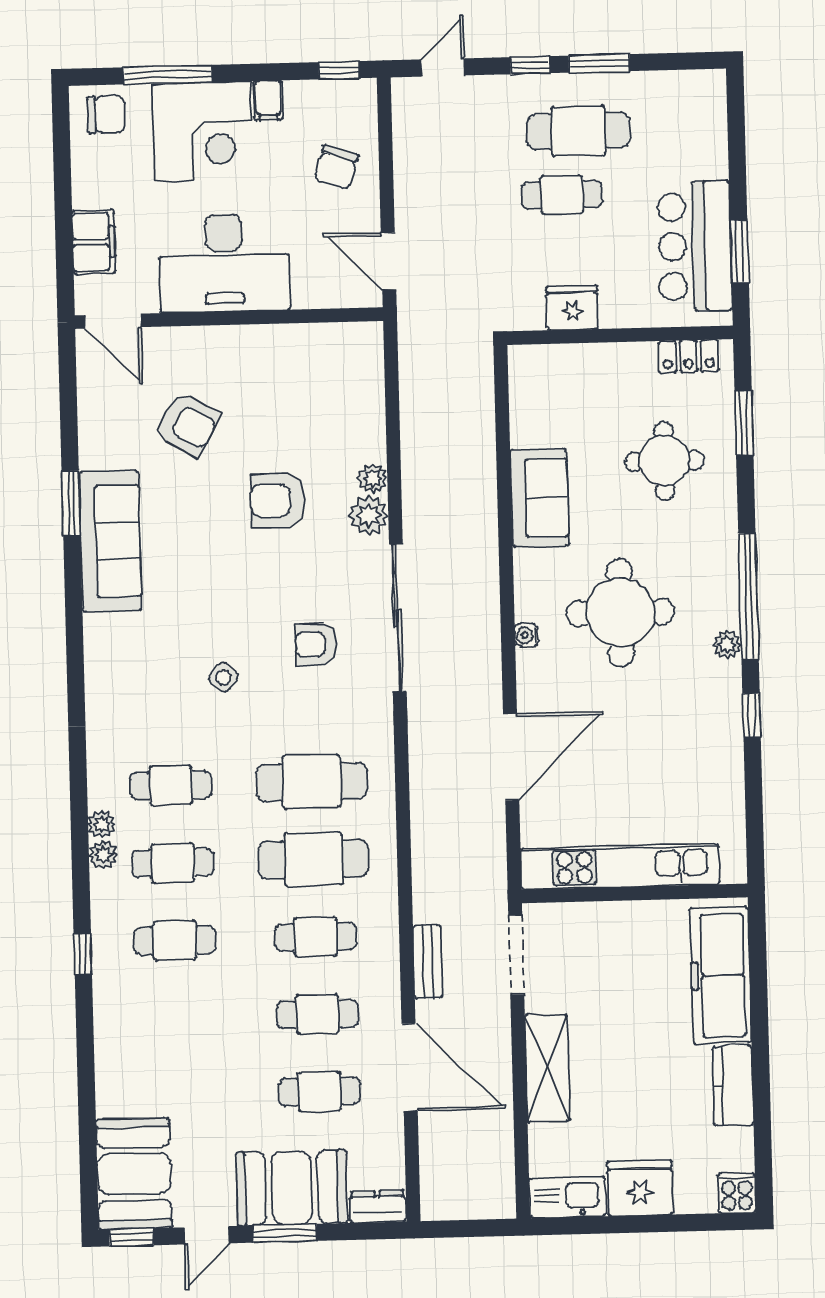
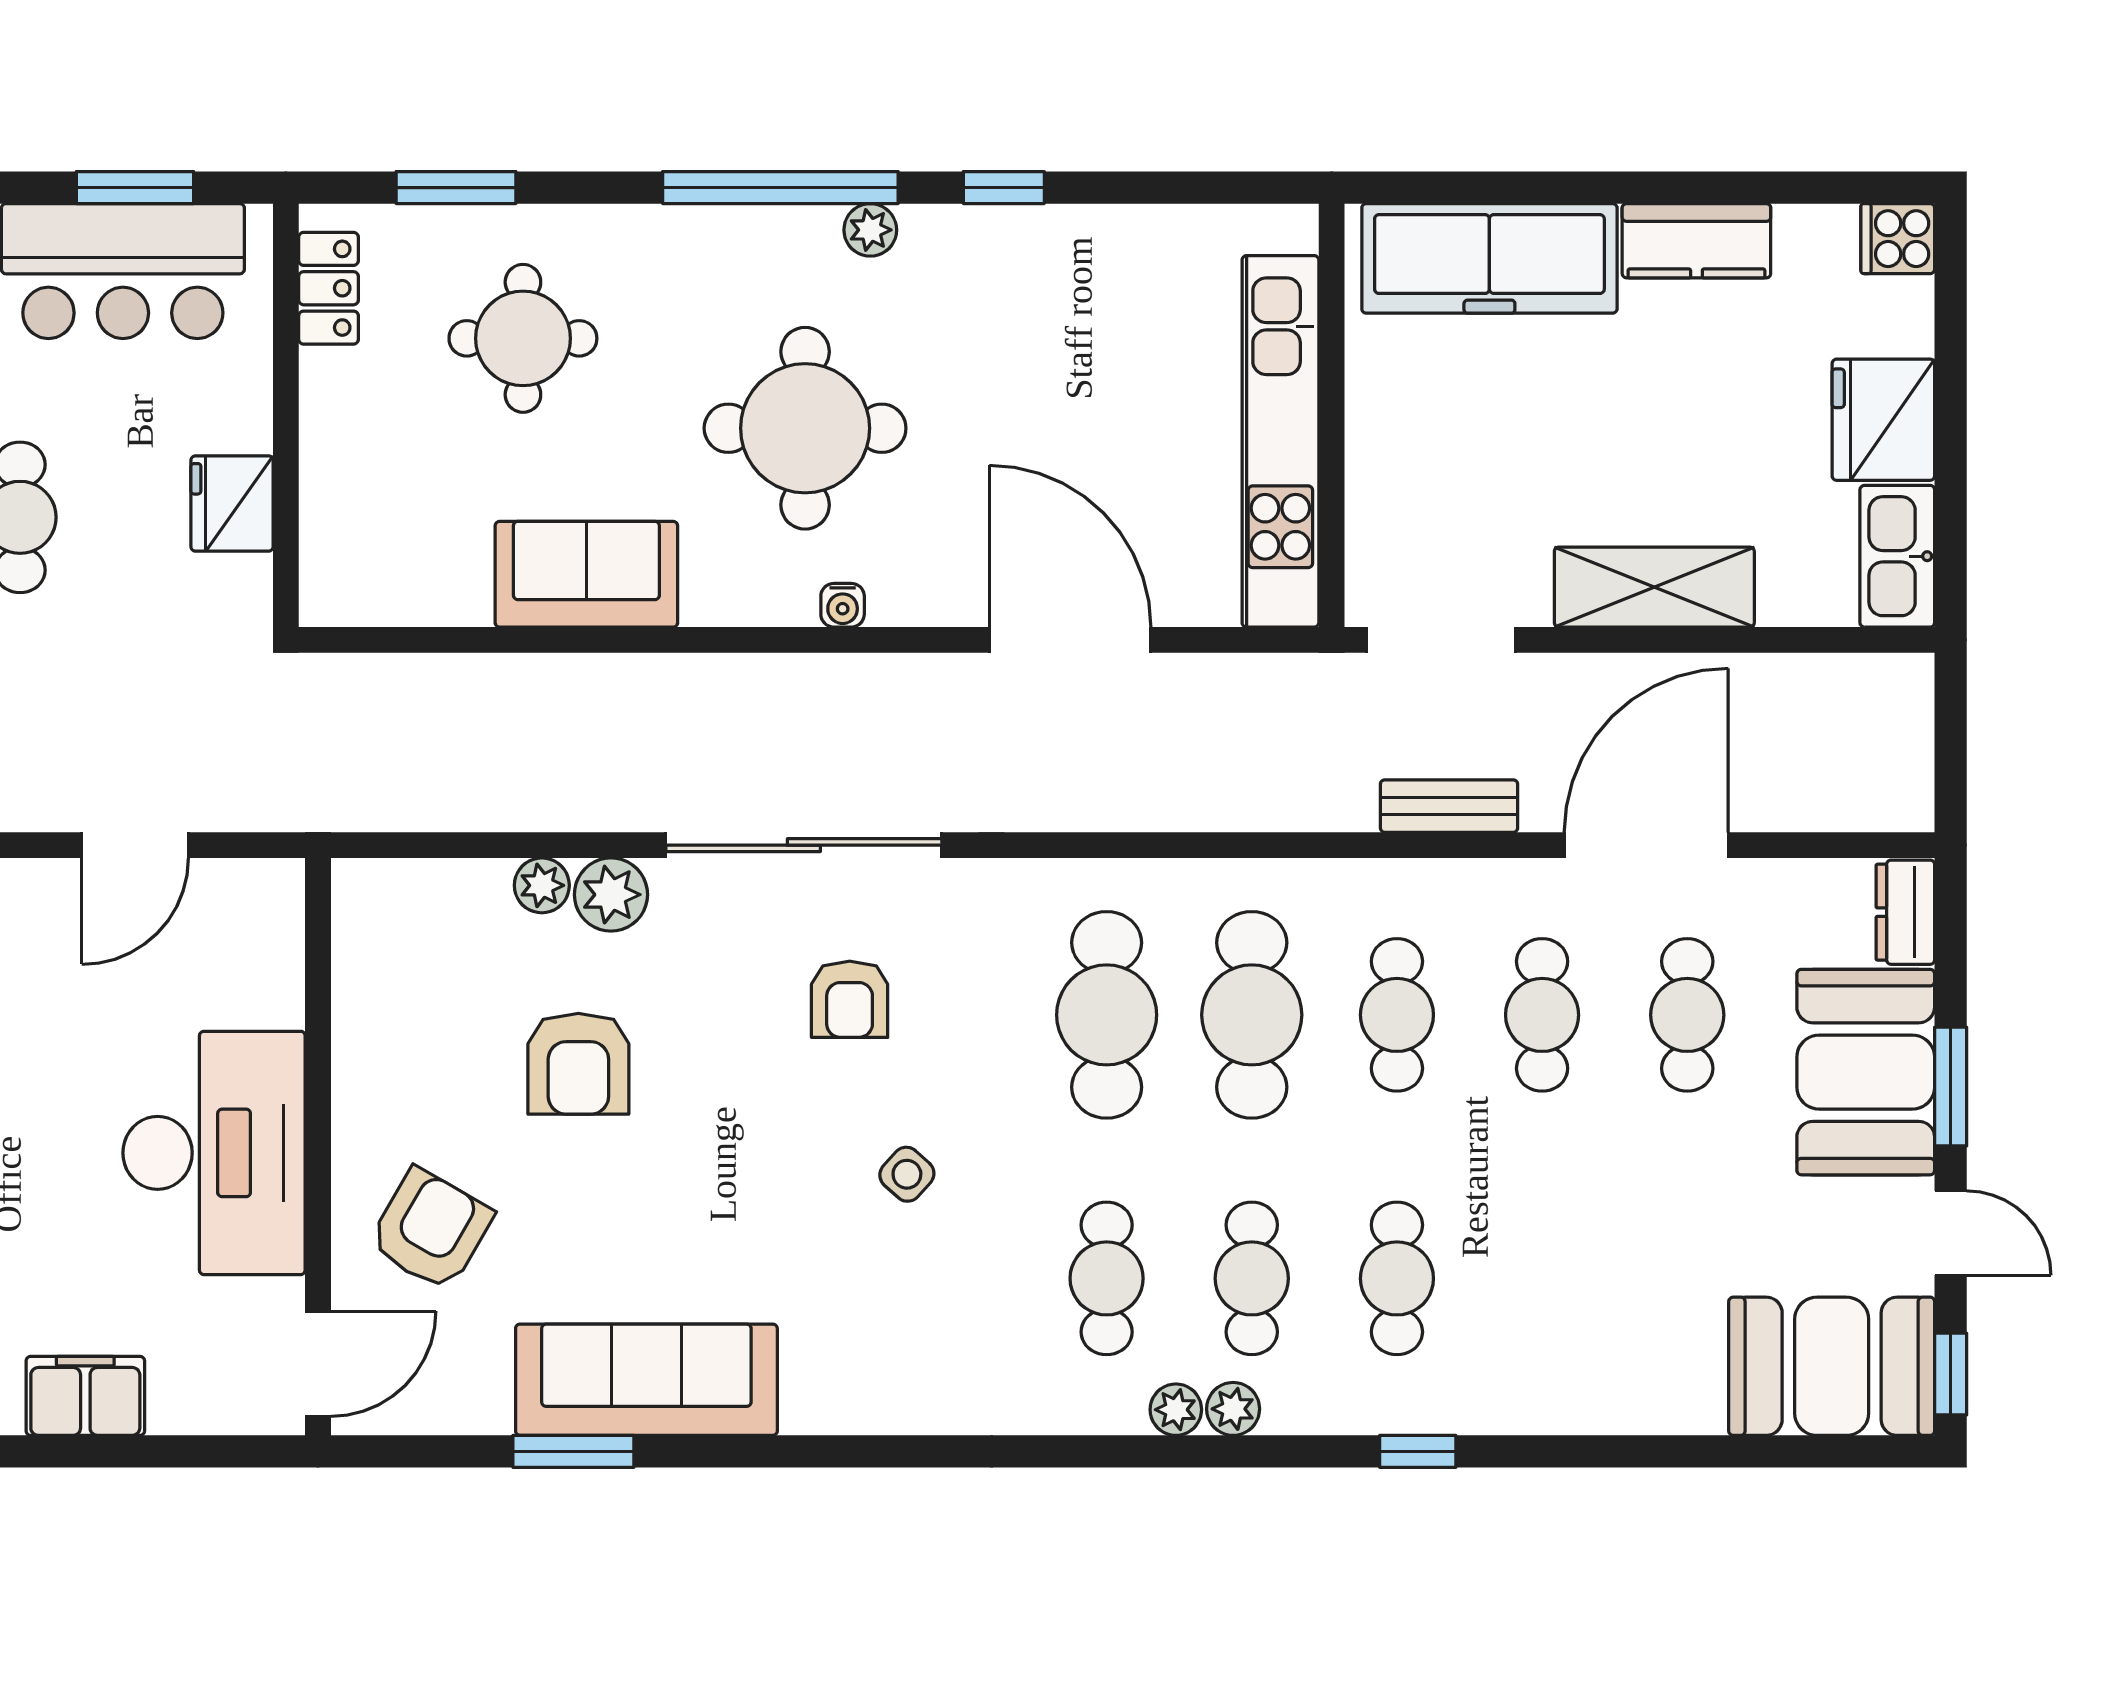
desk: (224, 263) -> (214, 1153), moved
wall: (229, 318) -> (318, 1147), moved
door: (113, 321) -> (318, 1364), moved

